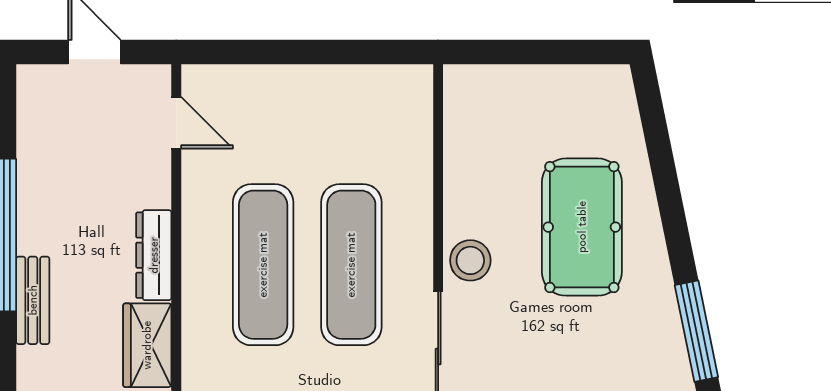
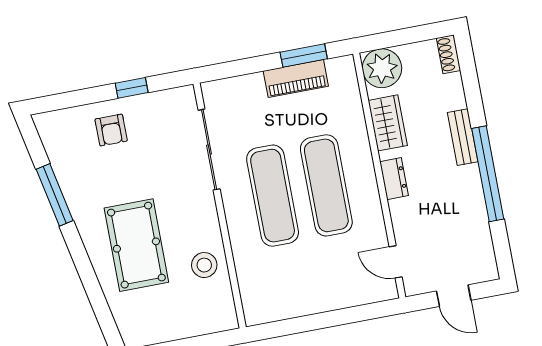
dresser: (154, 255) -> (394, 179), width x0.70
stool: (470, 260) -> (204, 265), moved

